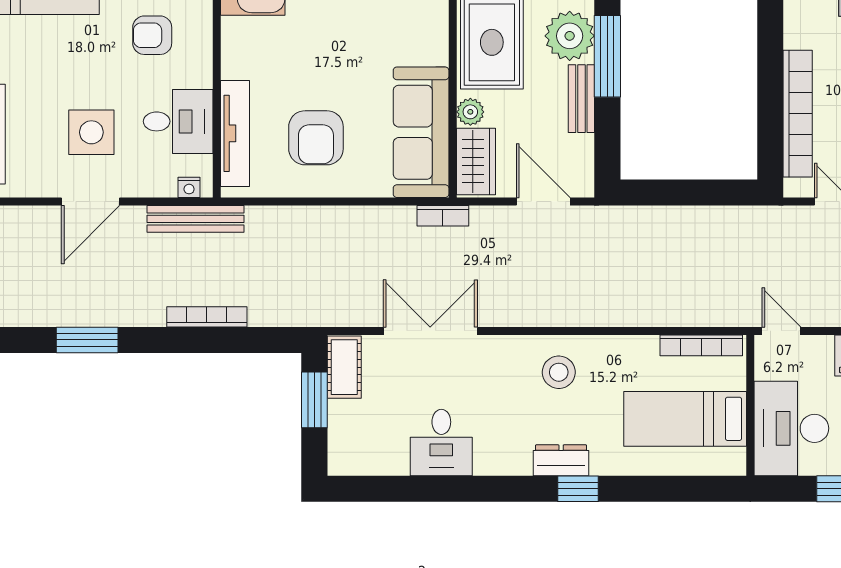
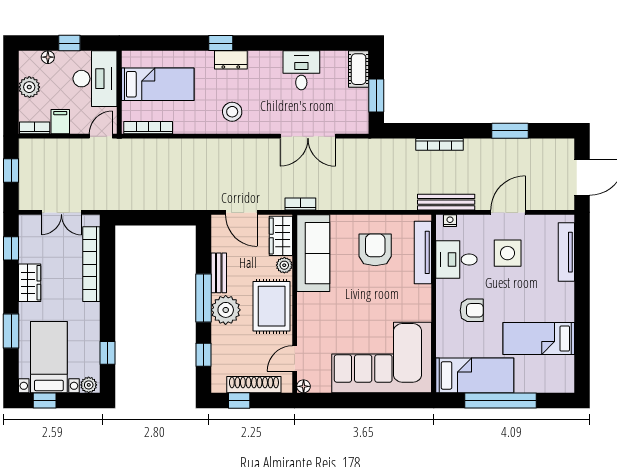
door: (781, 331) -> (101, 136), swing flipped
cot: (344, 367) -> (359, 69), moved

